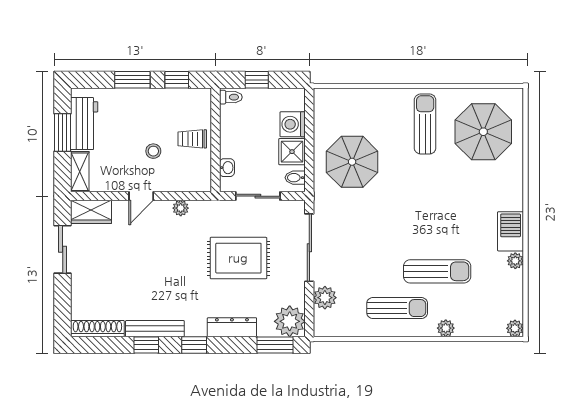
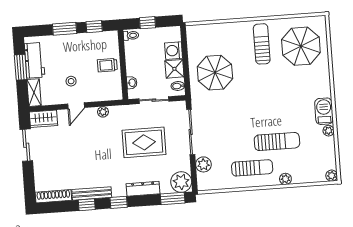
stool: (153, 151) -> (71, 81), moved

